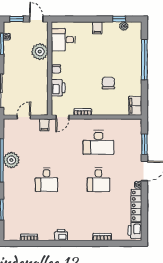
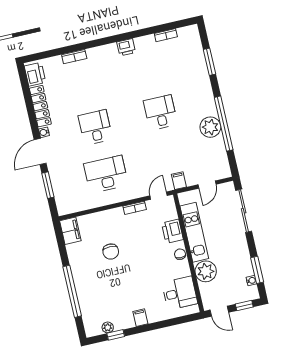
kitchen unit: (42, 83) -> (194, 232), added

